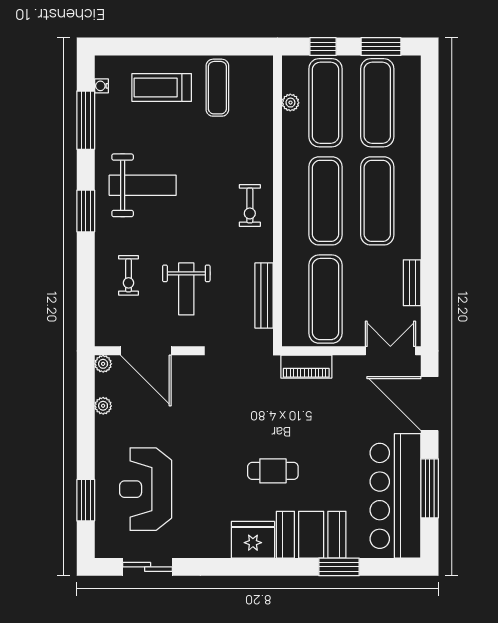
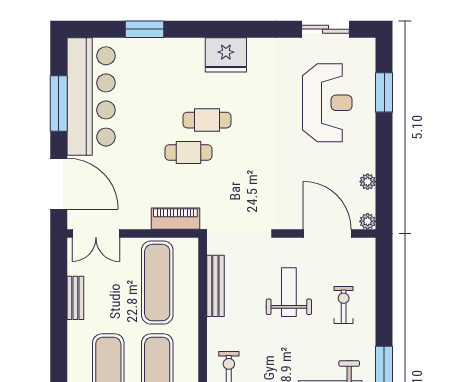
cafe table: (293, 437) -> (188, 153), added
booth: (311, 535) -> (171, 60), removed

